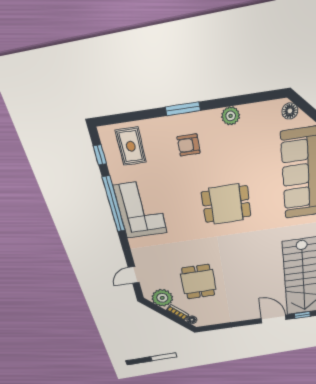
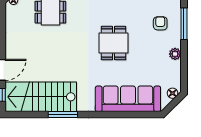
window: (183, 109) -> (184, 24), width x1.44

